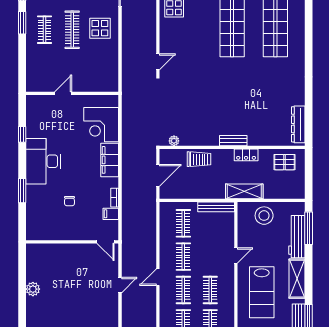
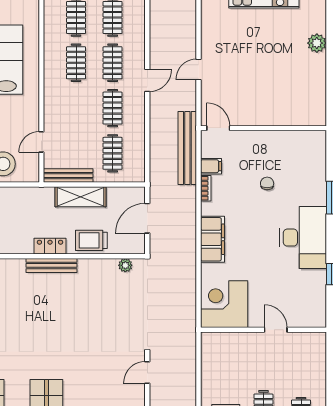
door: (63, 93) -> (276, 330), swing flipped
corner desk: (101, 125) -> (224, 304), moved, turned -90
bench: (233, 141) -> (52, 265), width x1.36
locker: (246, 155) -> (50, 246), moved
shelving: (244, 191) -> (80, 197), moved
bench: (128, 227) -> (187, 148), added
door: (236, 256) -> (41, 142), moved
plant: (33, 289) -> (317, 43), moved

